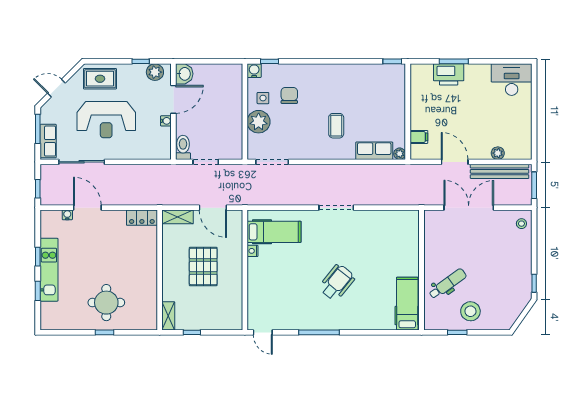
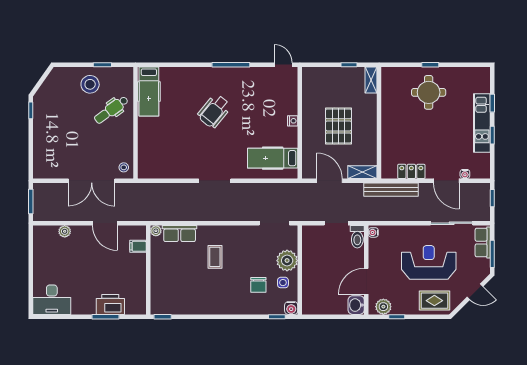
water cooler: (166, 121) -> (373, 232), moved
bench: (500, 171) -> (391, 190), moved
locker: (142, 218) -> (411, 171), moved
stool: (521, 224) -> (124, 167), moved
nightstand: (253, 251) -> (293, 121), moved

